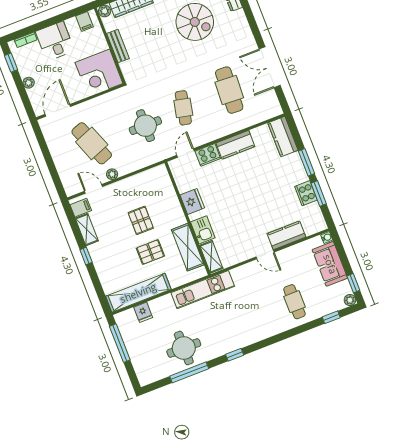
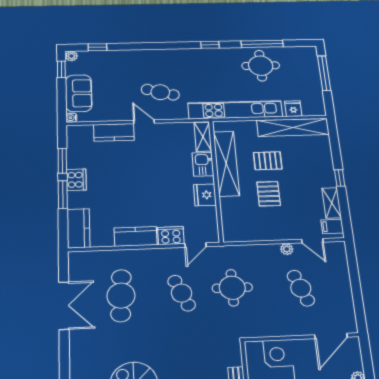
cafe table: (183, 108) -> (182, 293), turned -36
cafe table: (92, 143) -> (301, 288), width x0.73, depth x0.74
cooker: (306, 193) -> (76, 180), moved
shelving: (188, 247) -> (226, 163), width x1.47
kitchen unit: (203, 290) -> (235, 110), width x1.36
cafe table: (294, 302) -> (160, 92), moved, turned -74
window: (120, 343) -> (324, 73), moved

